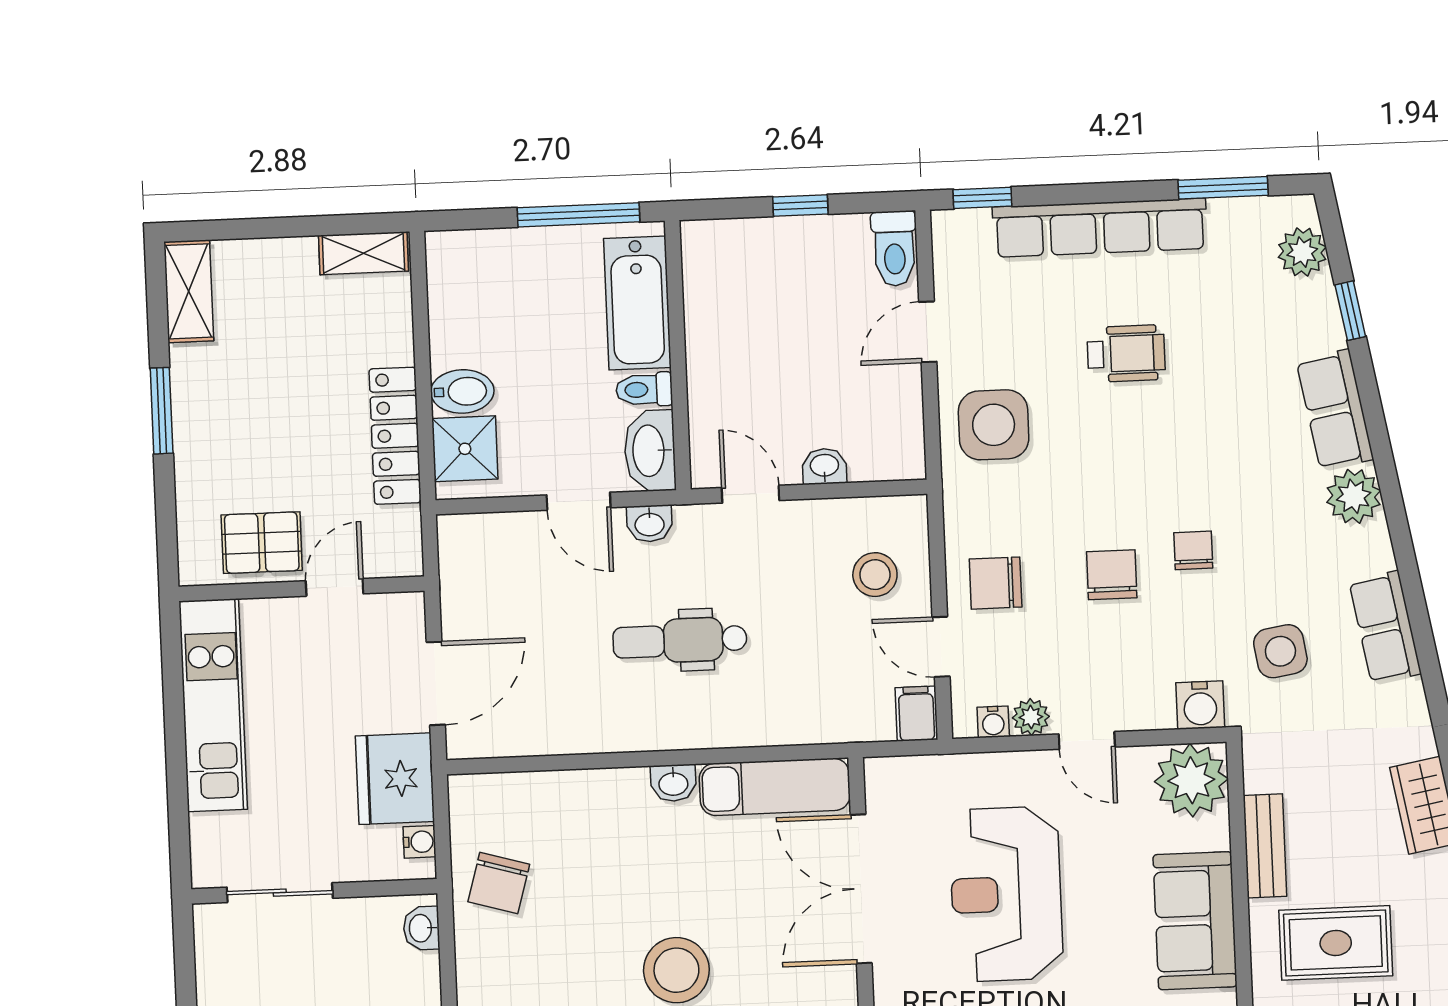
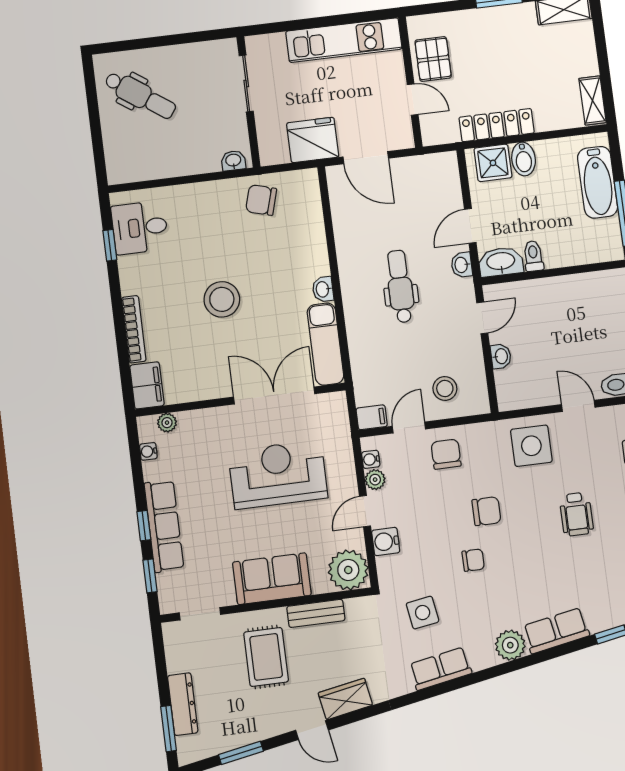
bathtub: (637, 303) -> (598, 182), moved, turned -90
chair: (1112, 575) -> (486, 511), moved
water cooler: (1200, 705) -> (386, 541), moved
water cooler: (419, 842) -> (280, 156), removed

